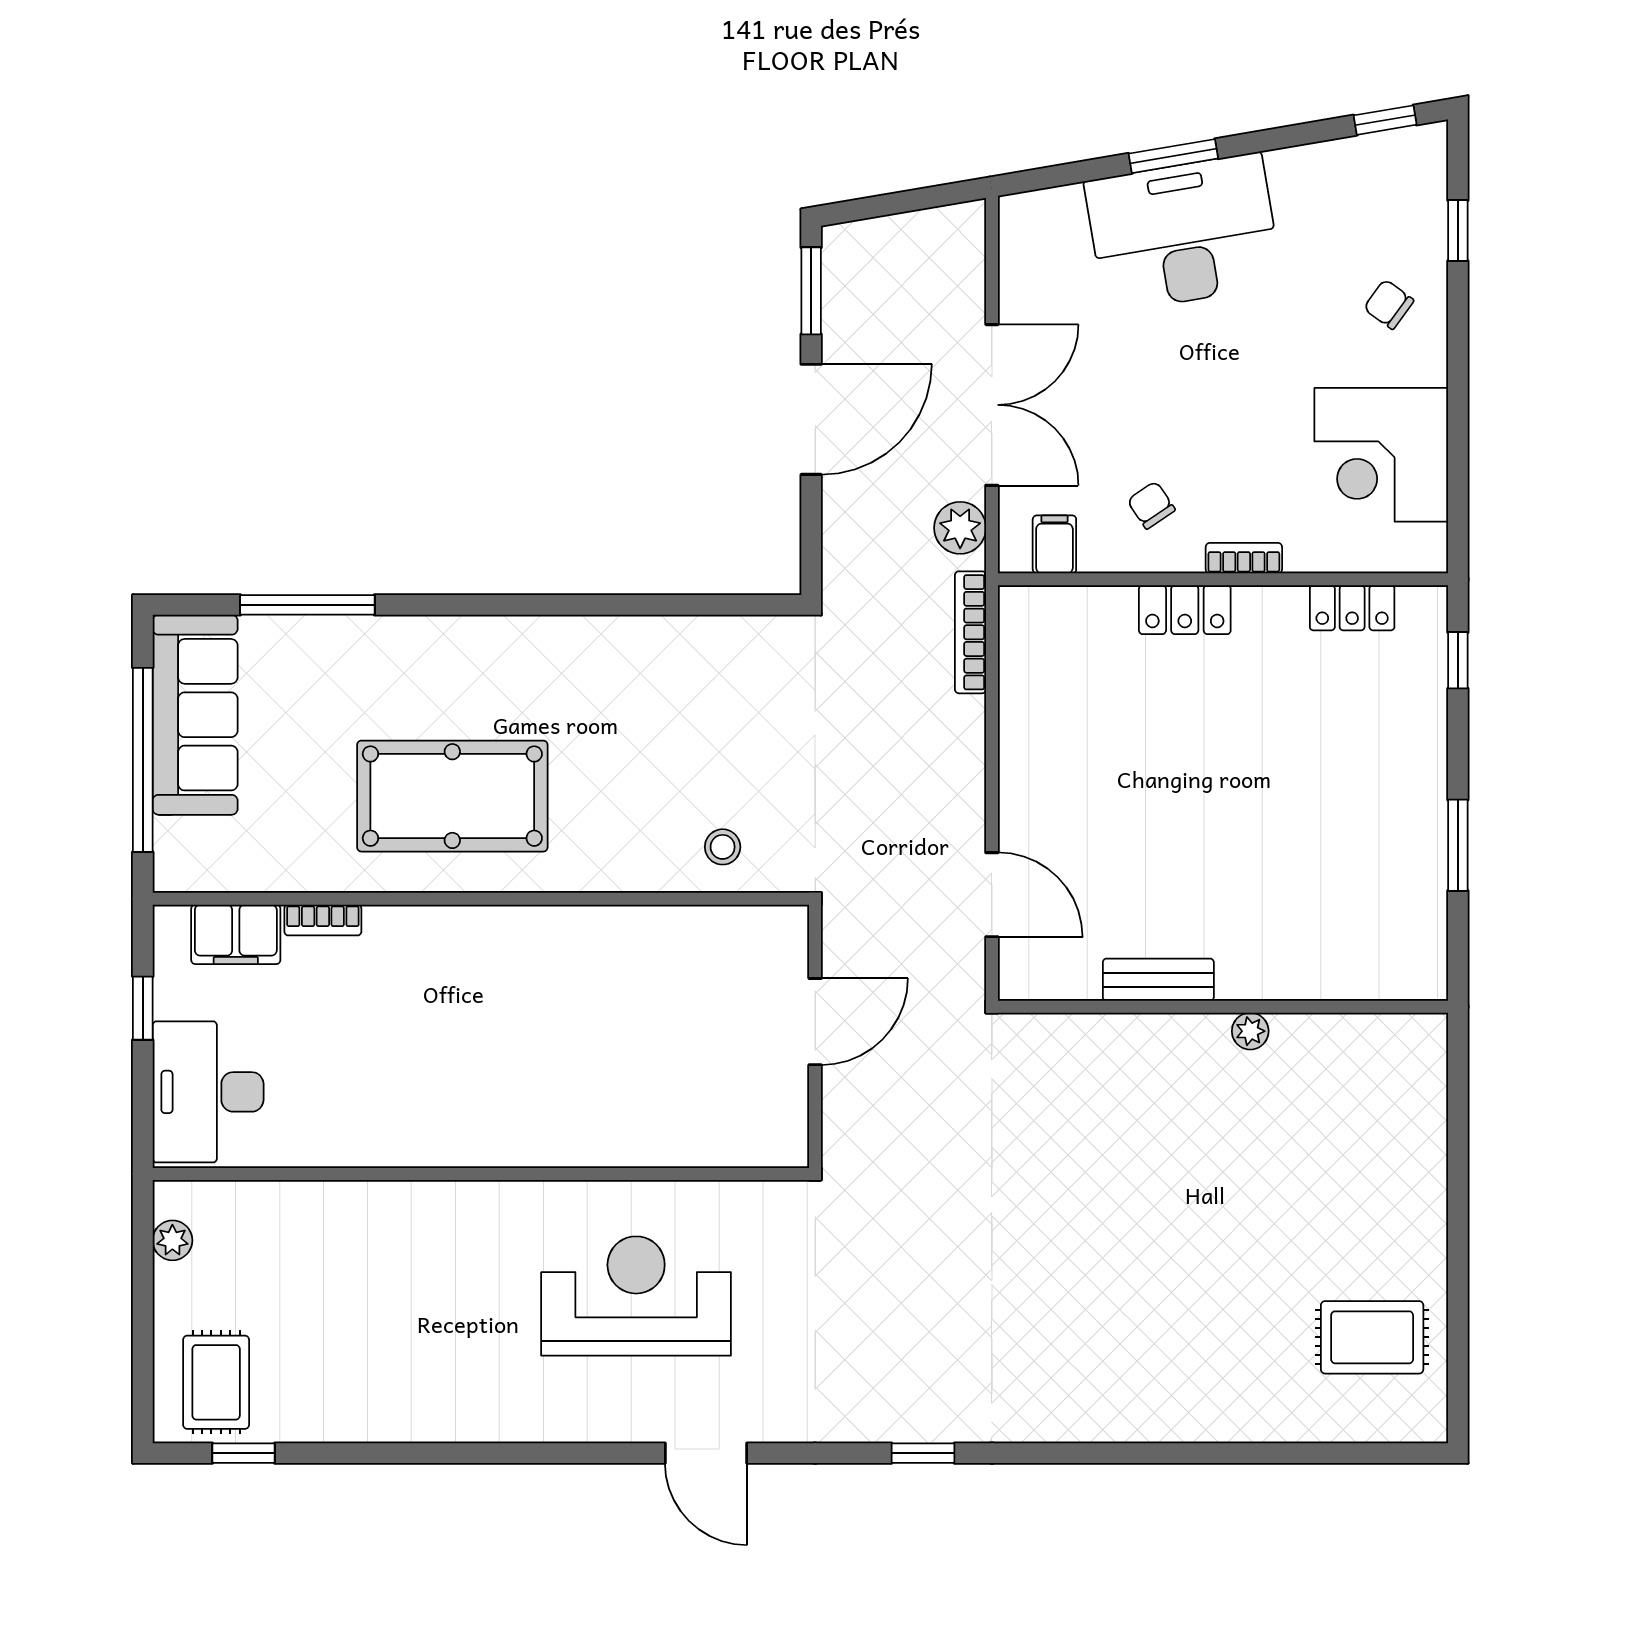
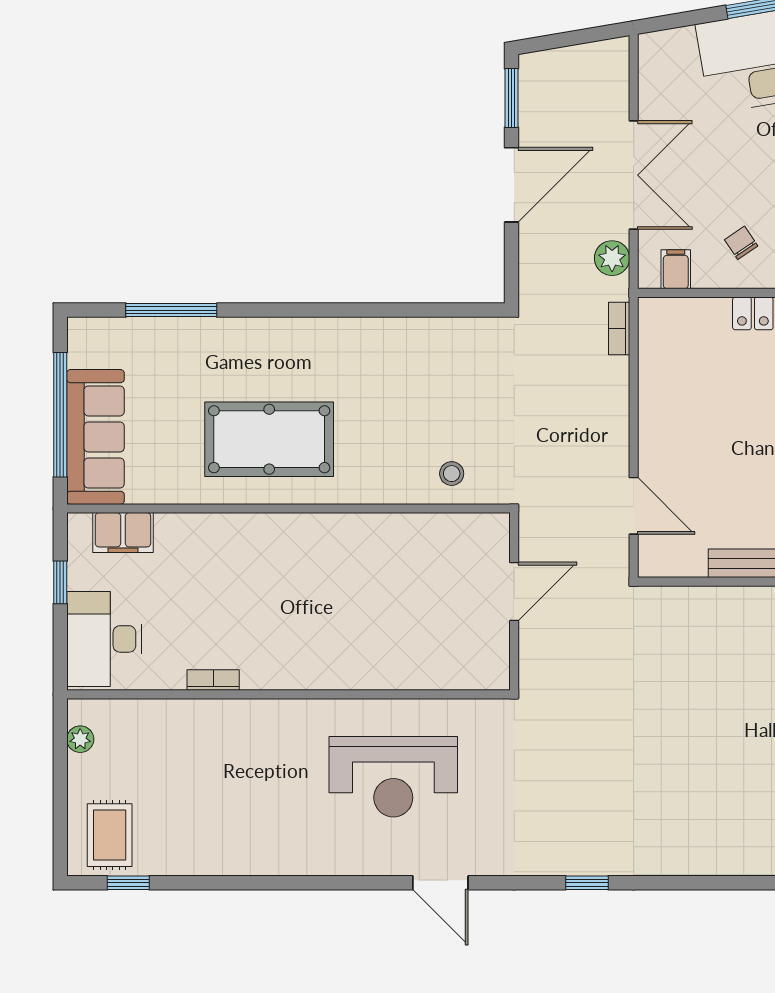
bookcase: (970, 632) -> (619, 329), width x0.64
sofa: (195, 715) -> (96, 437), moved
bookcase: (323, 920) -> (213, 680), moved, turned 180
reception desk: (636, 1296) -> (393, 777), turned 180

